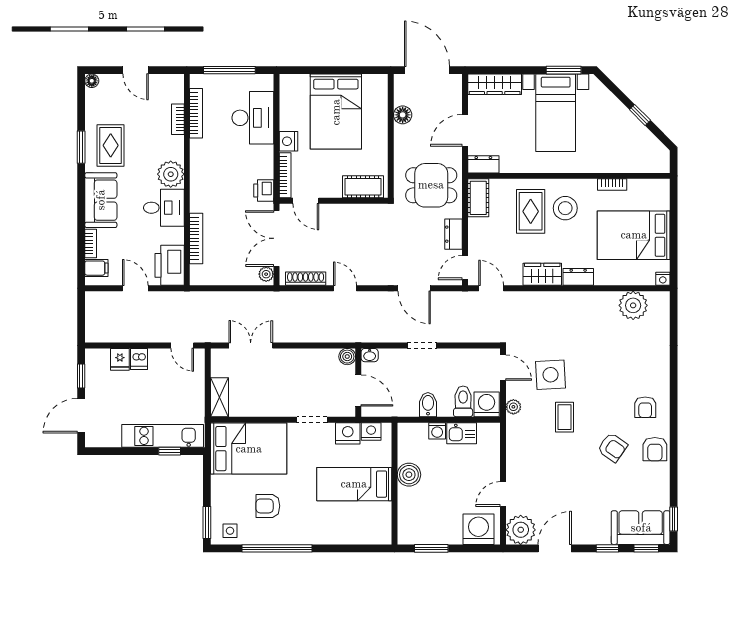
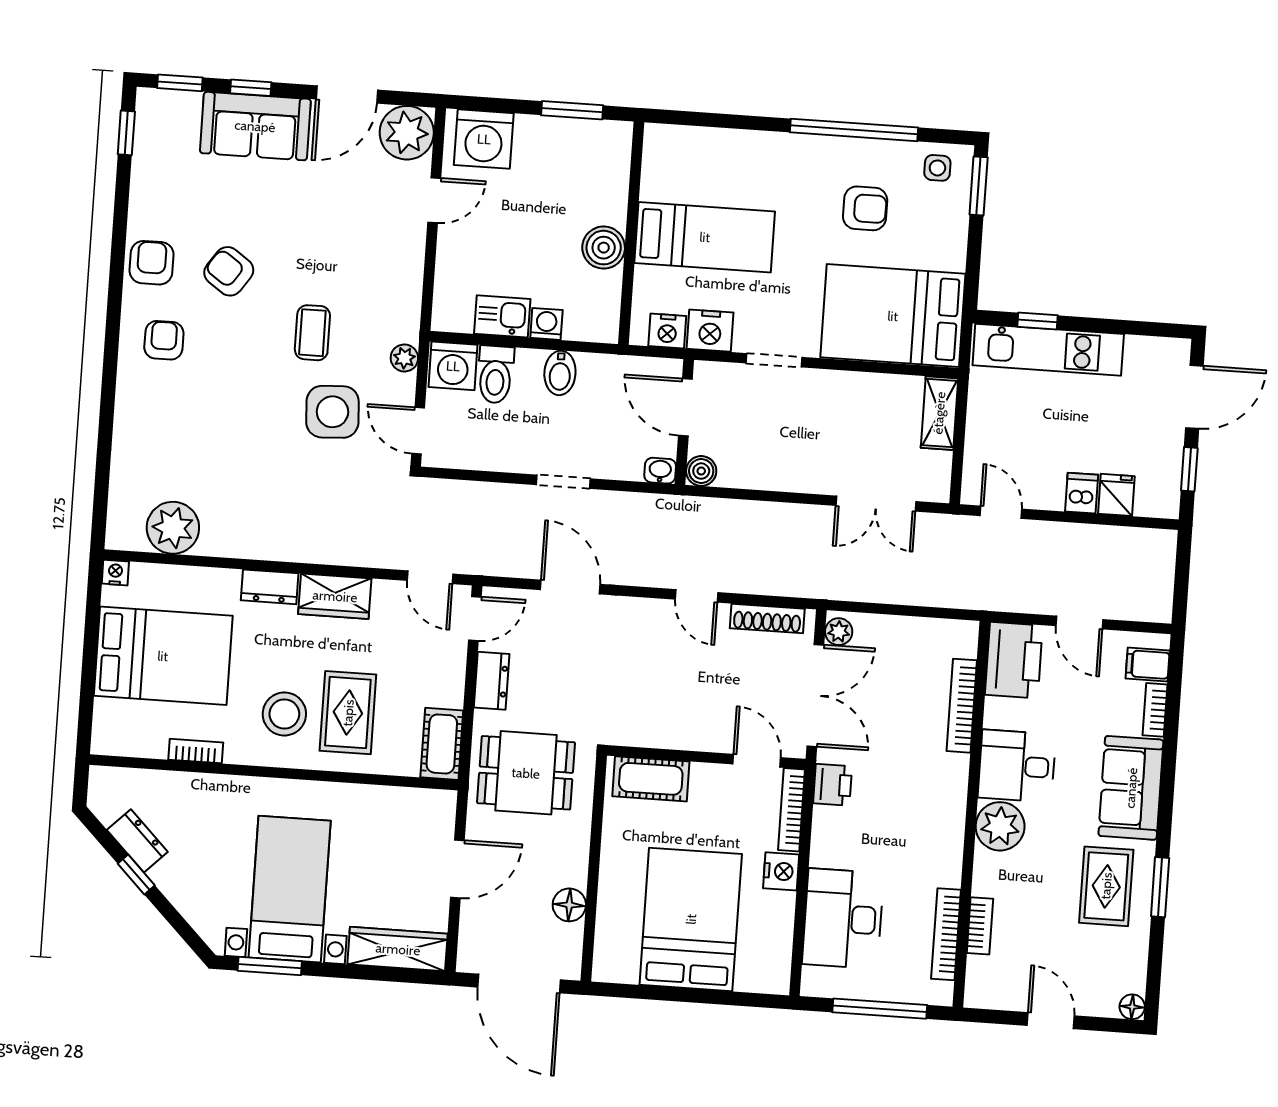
dresser: (483, 164) -> (137, 841), moved, turned -135
sofa: (641, 528) -> (255, 126), moved

